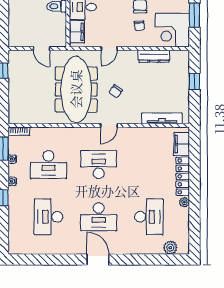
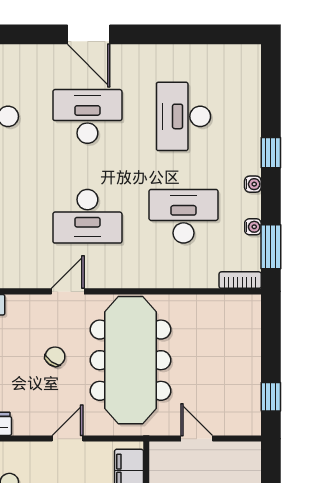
desk: (48, 217) -> (183, 116), turned 180

